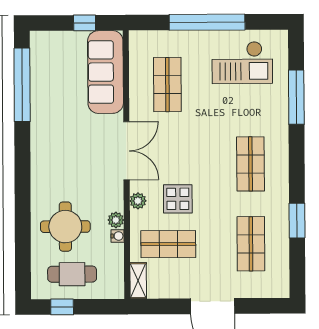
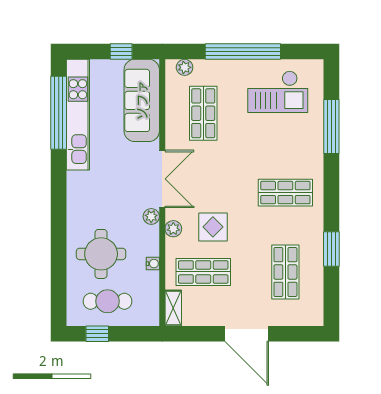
plant: (148, 38) -> (185, 67), added
kitchen unit: (41, 87) -> (78, 115), added
shop shelf: (250, 164) -> (285, 193), turned 90
plant: (116, 220) -> (151, 216), moved

